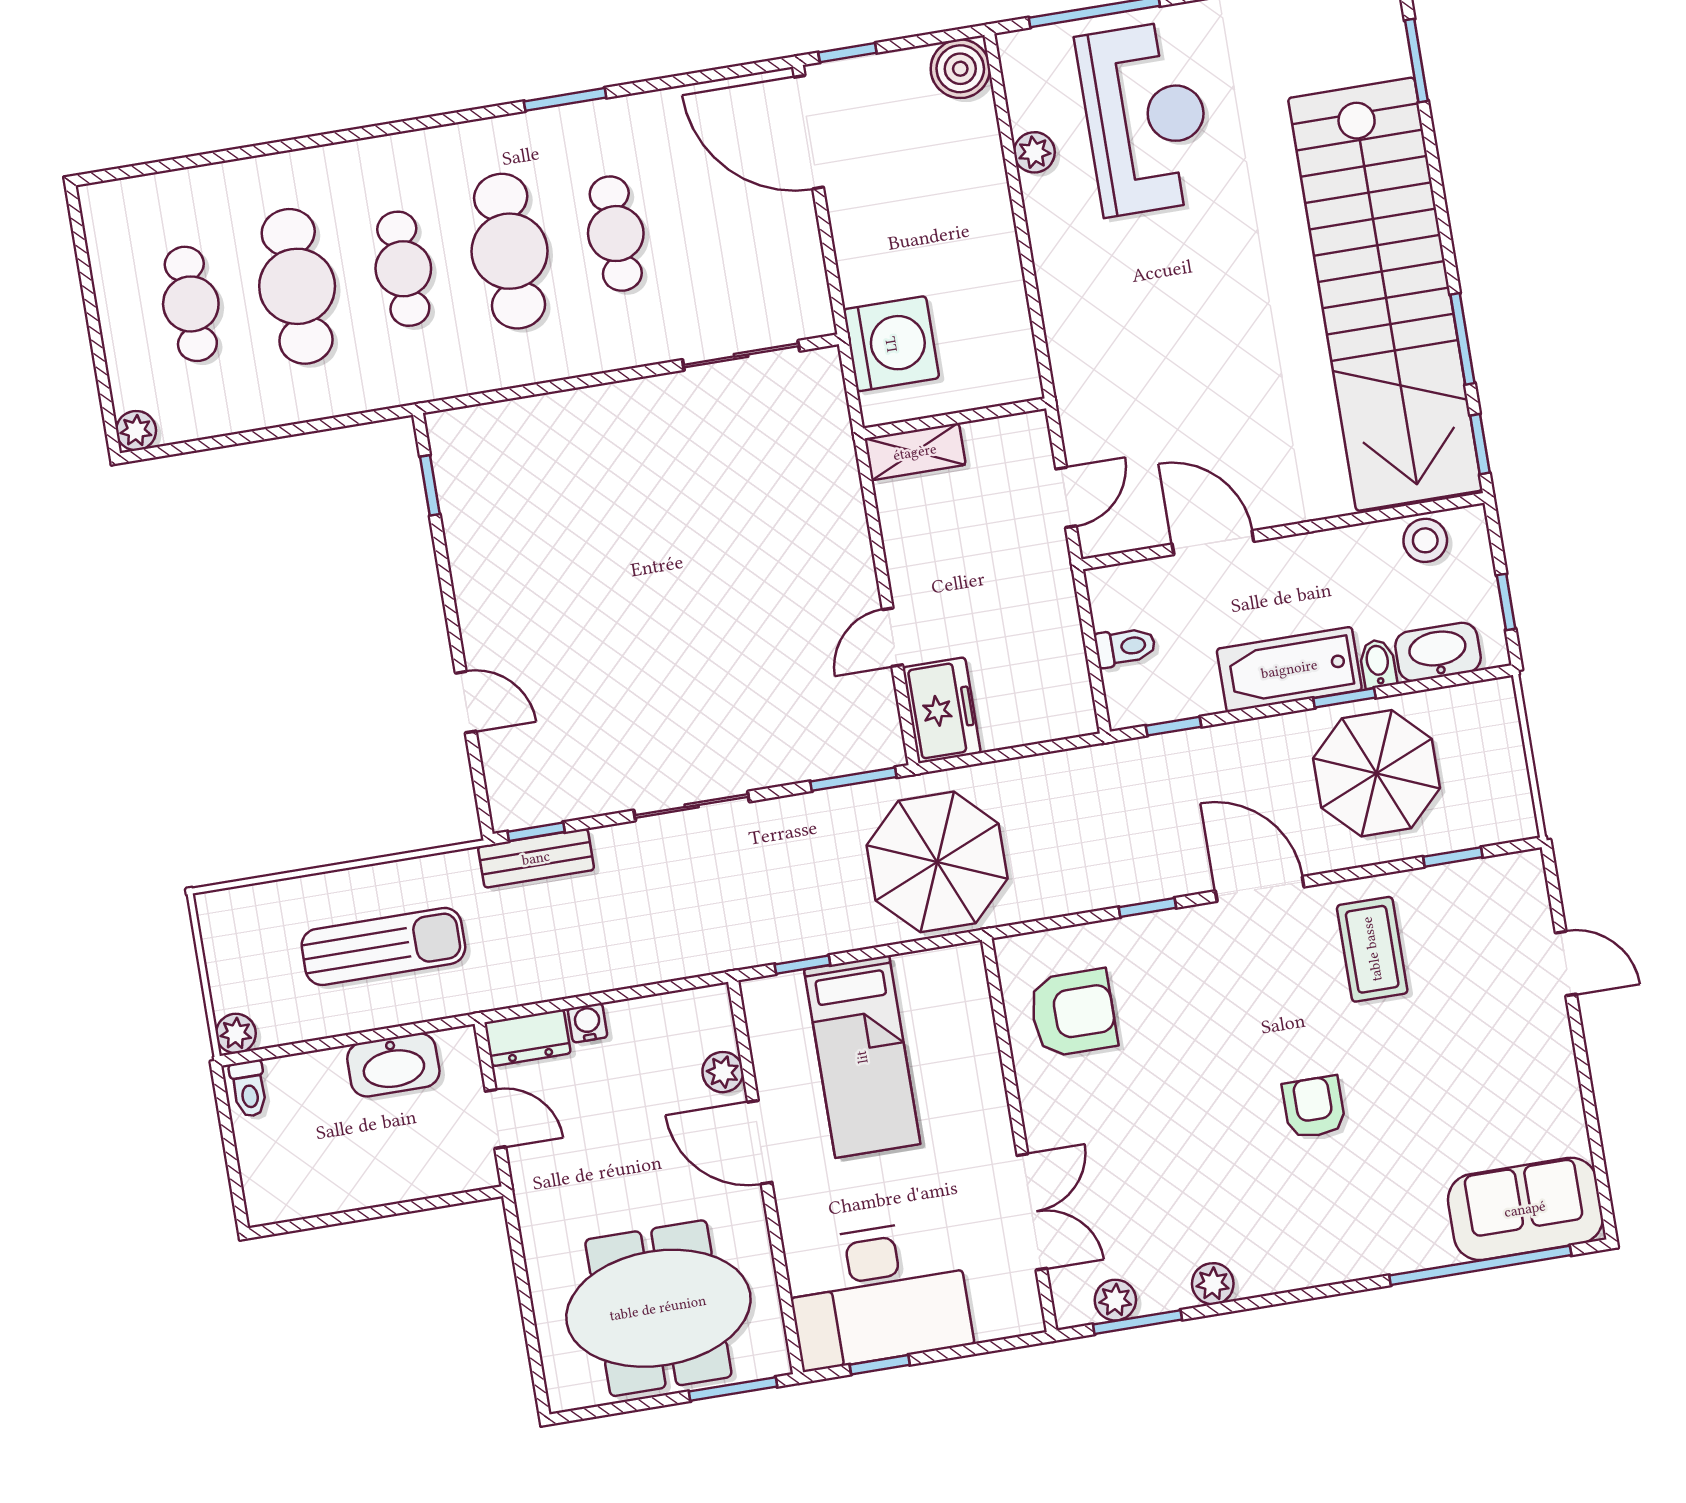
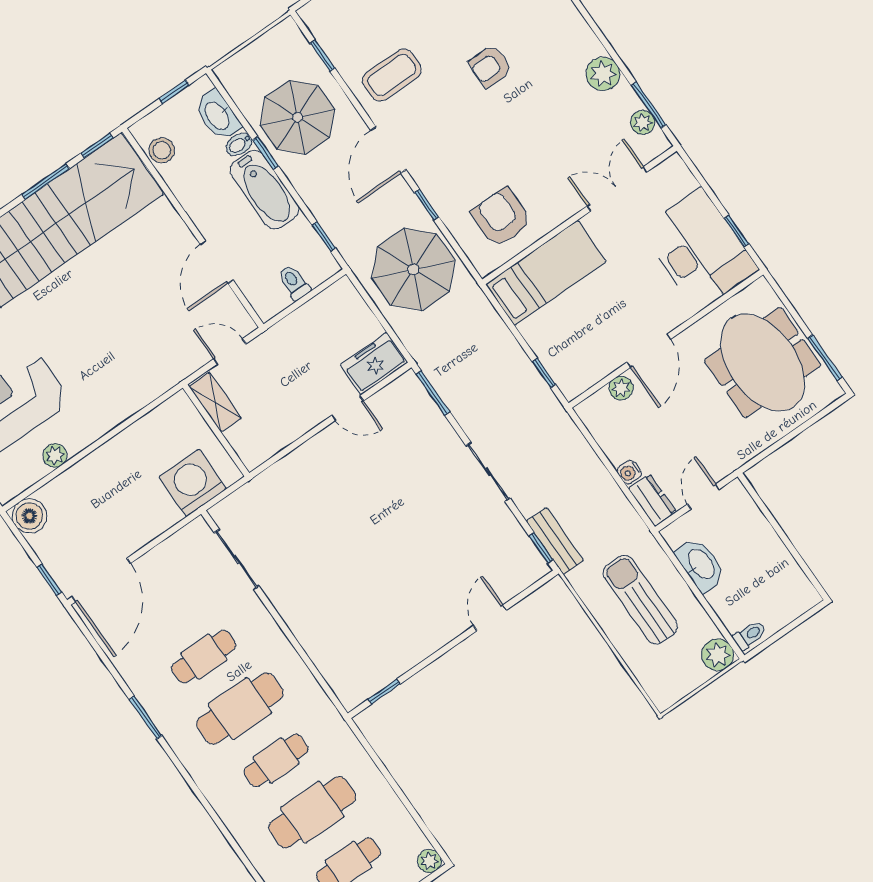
shelving: (915, 452) -> (215, 402), moved
parasol: (937, 862) -> (413, 269), moved
plant: (236, 1033) -> (718, 655), width x1.38, depth x1.38
bed: (862, 1057) -> (546, 273), moved
plant: (1213, 1284) -> (603, 74), width x1.38, depth x1.38
window: (733, 1389) -> (825, 358), moved

